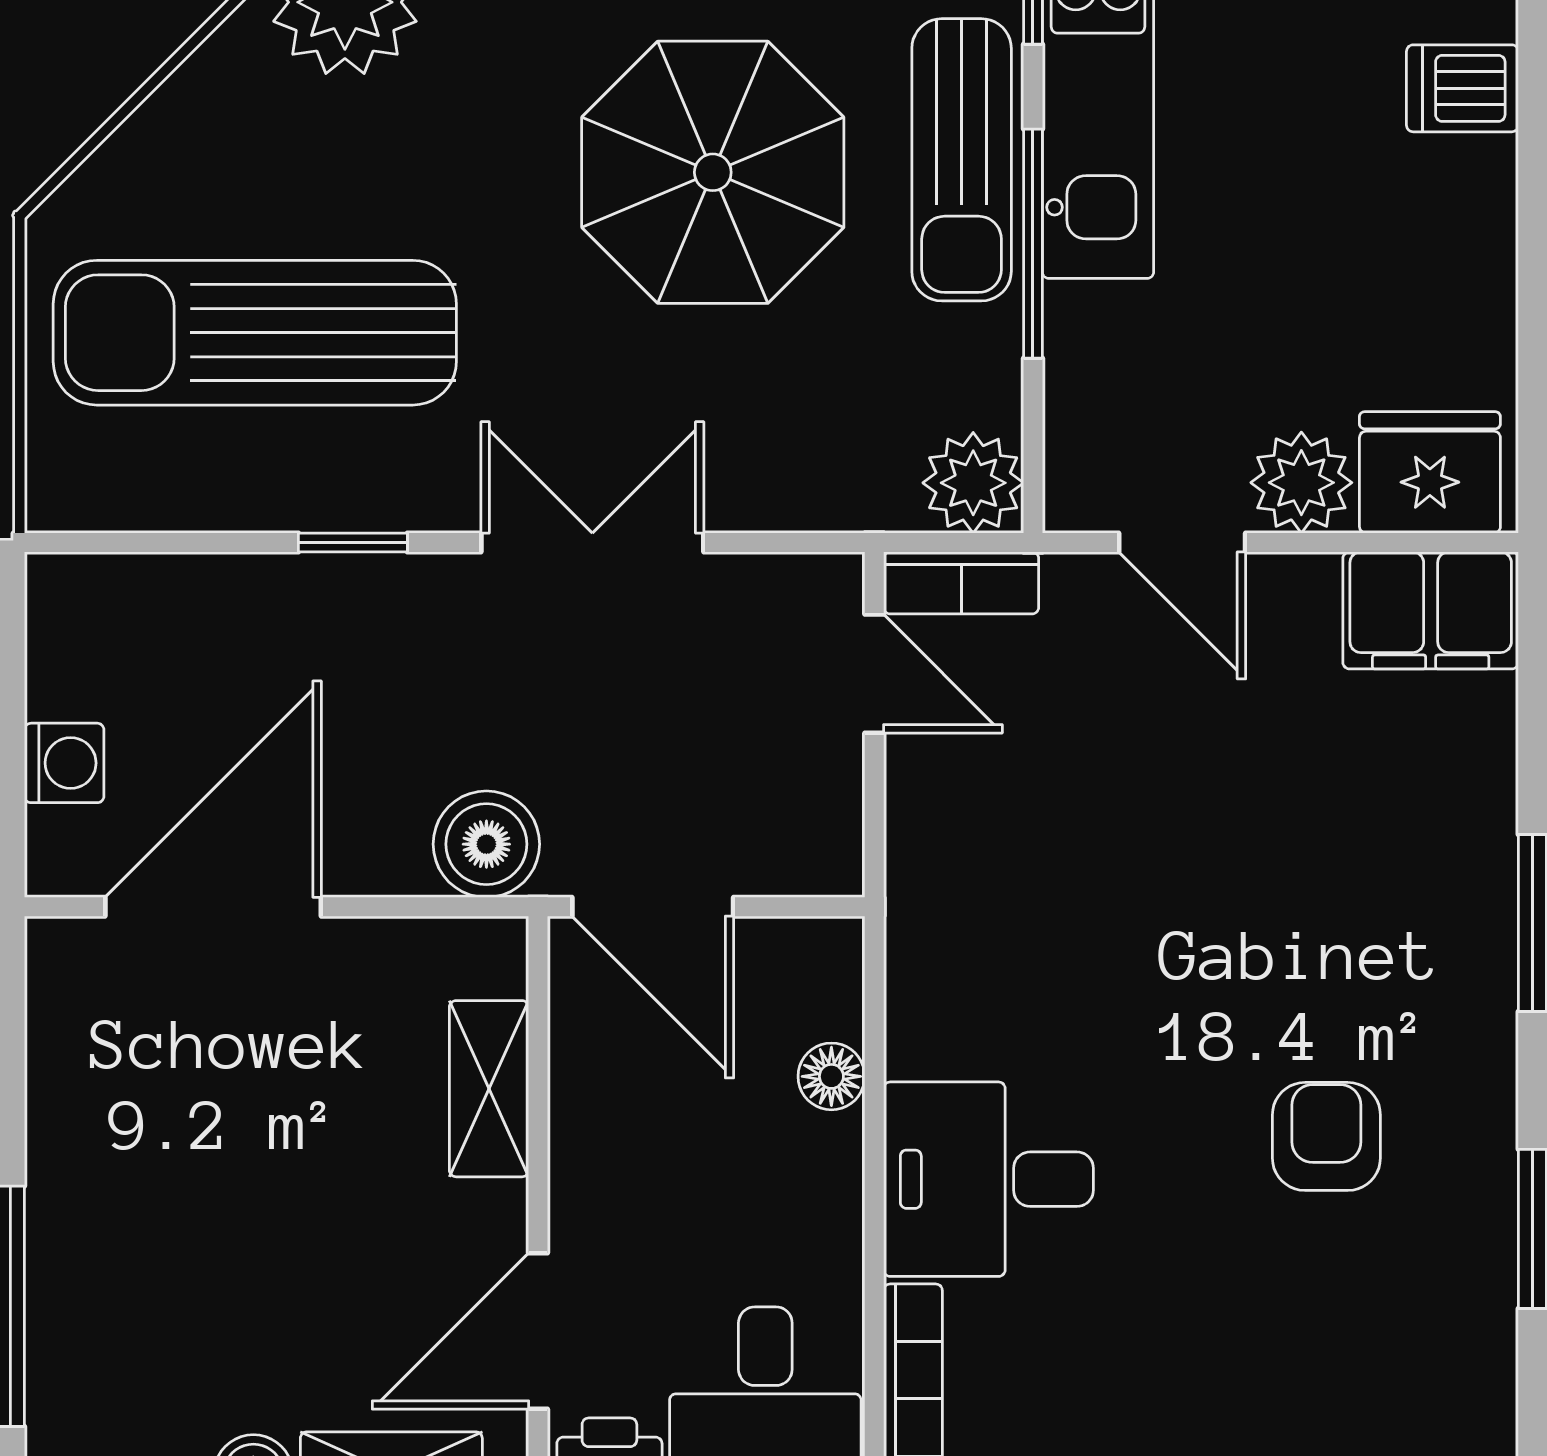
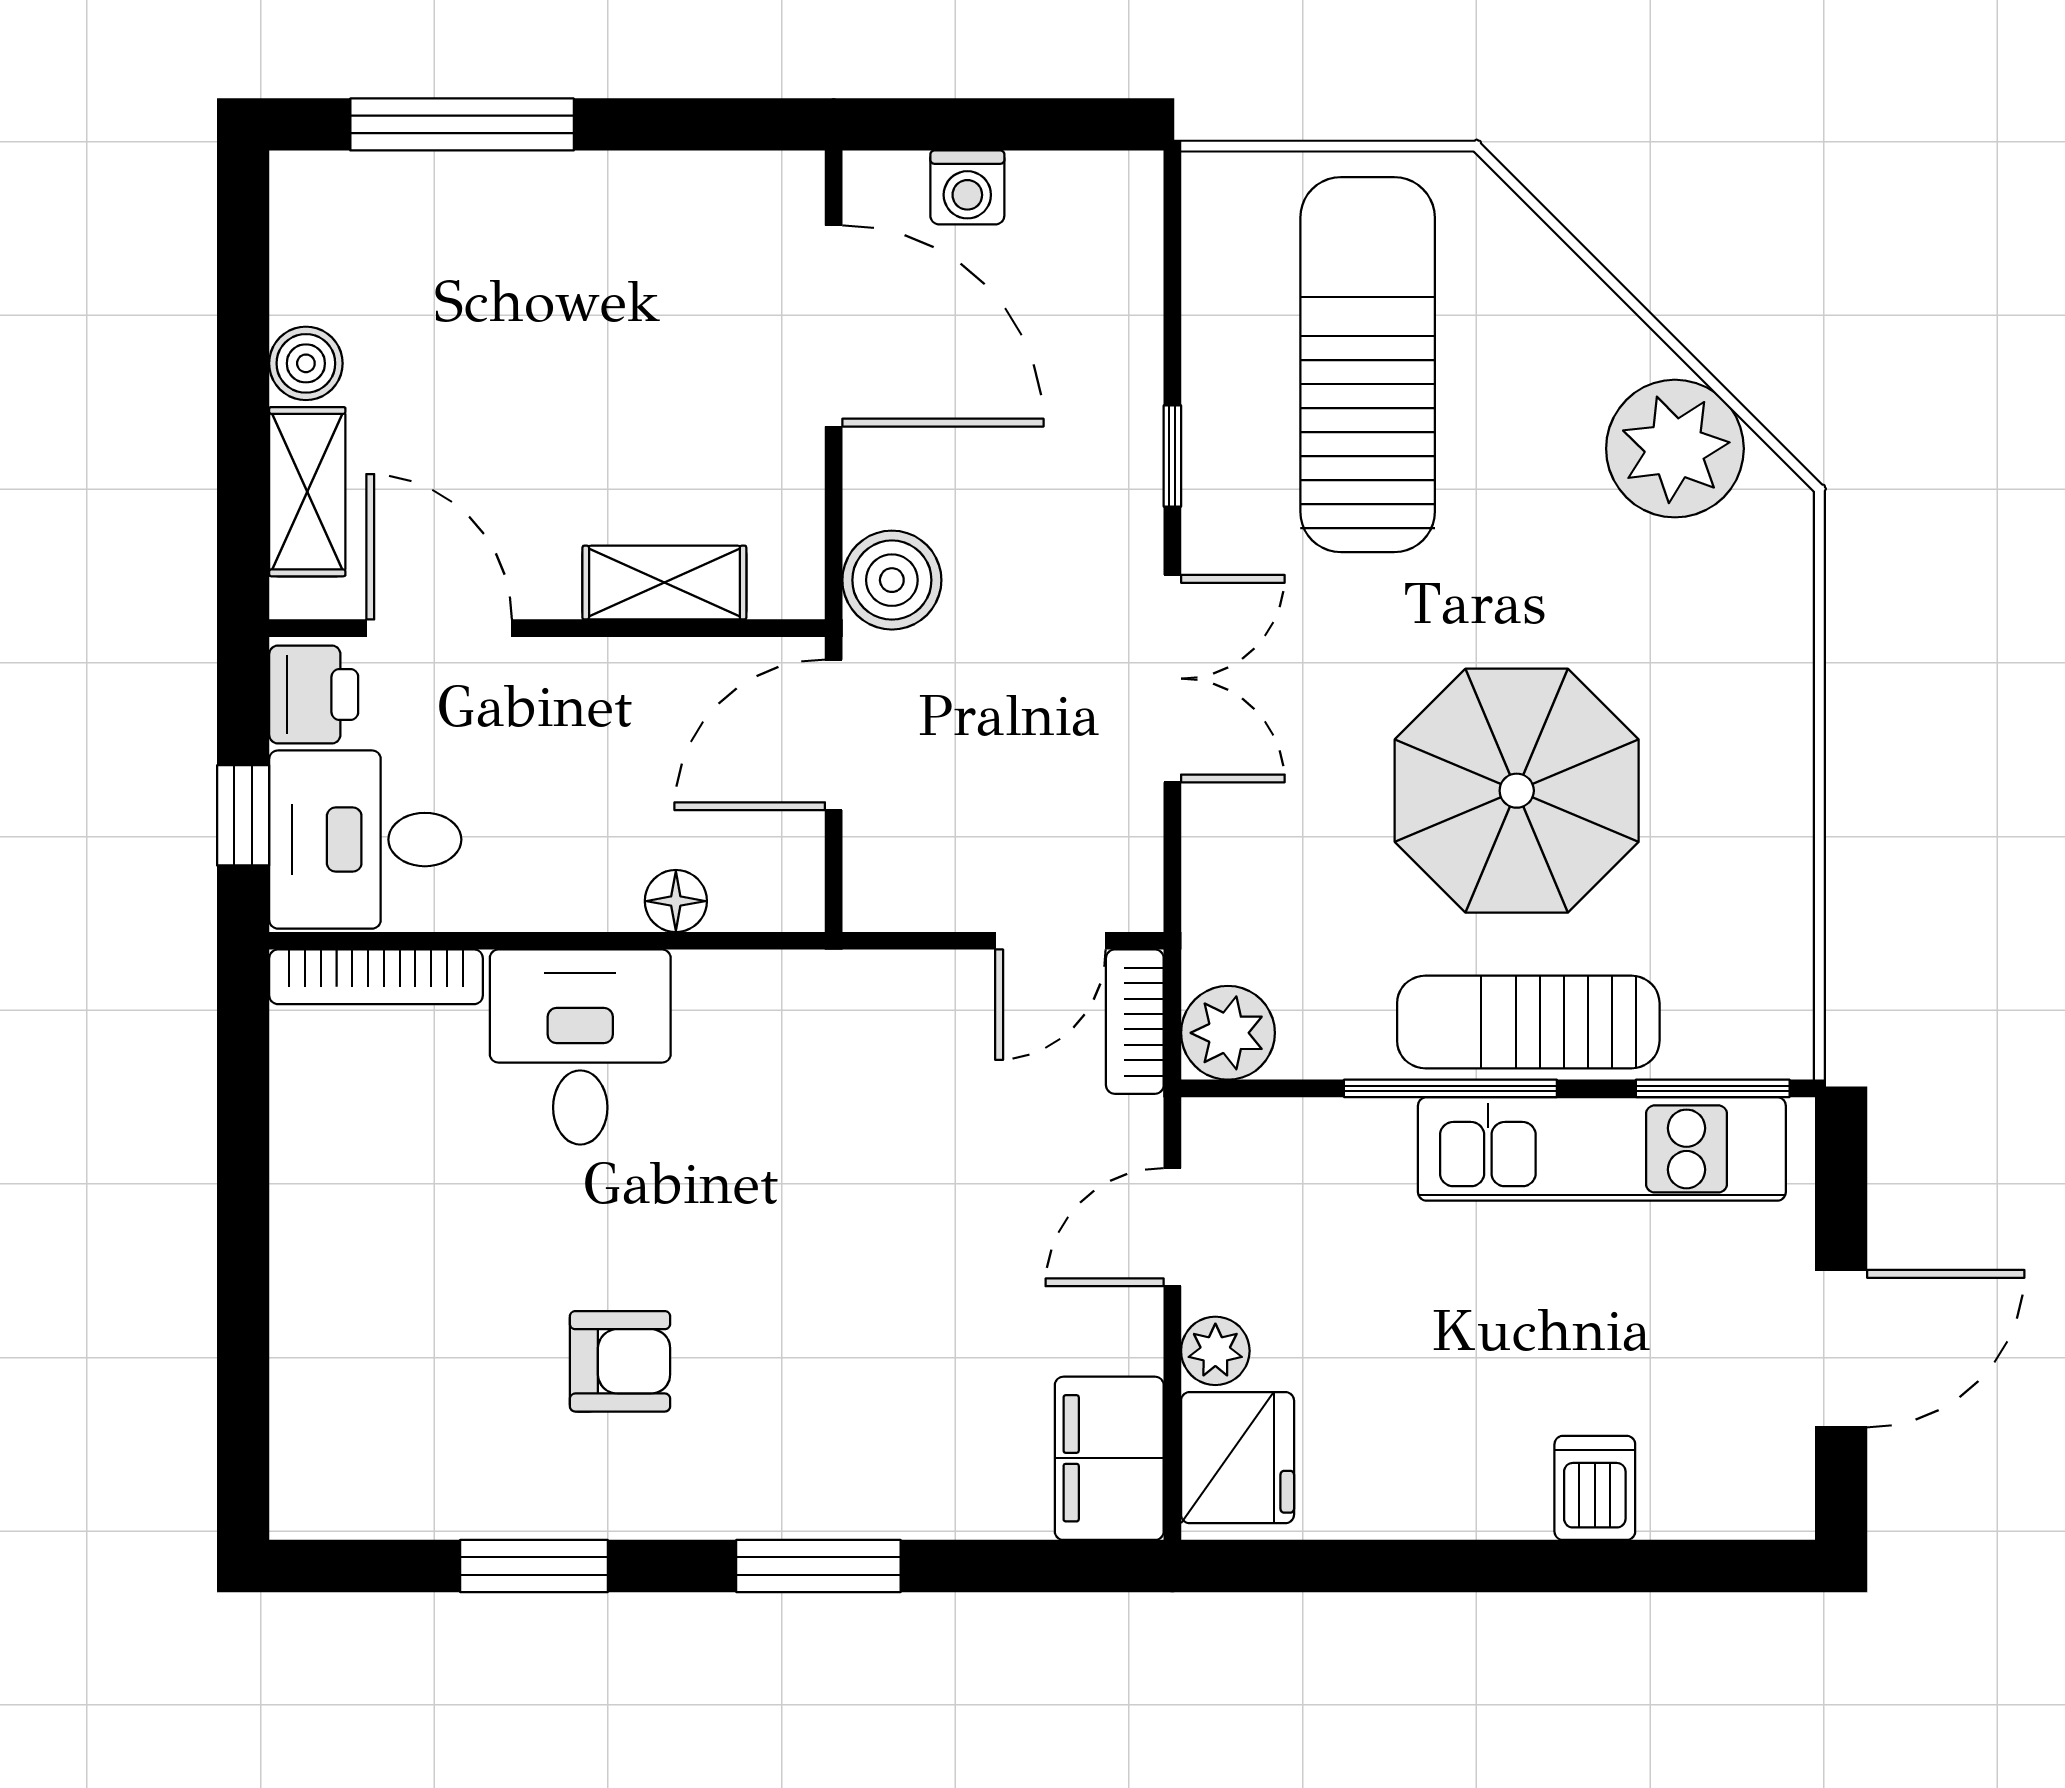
plant: (1301, 483) -> (1215, 1351), width x0.73, depth x0.73

